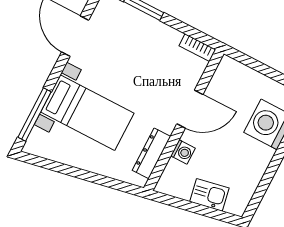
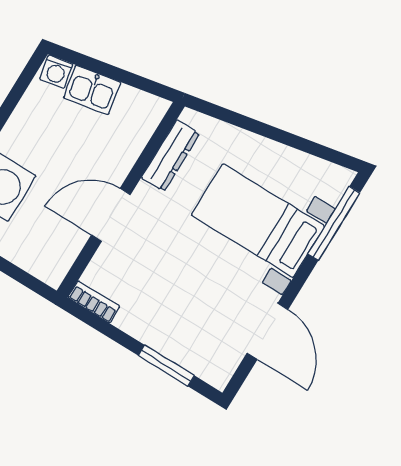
washing machine: (183, 152) -> (56, 72), moved, turned -101

